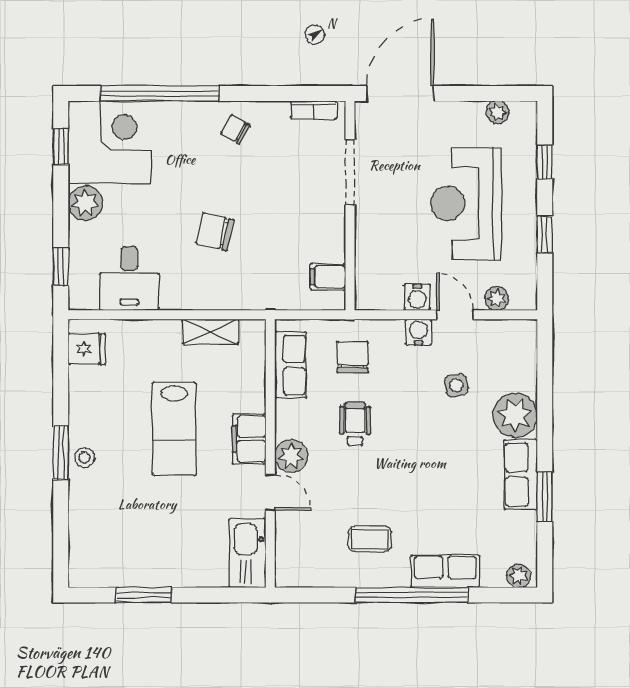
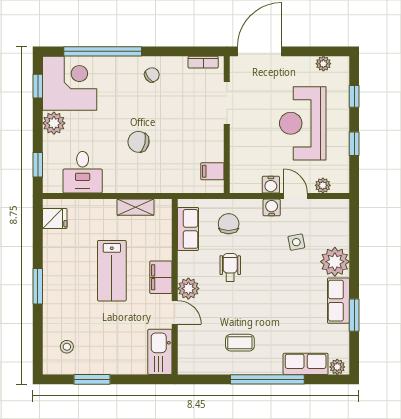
chair: (235, 129) -> (152, 75), turned 113
stool: (84, 458) -> (67, 347), moved
row of seats: (445, 571) -> (306, 364), moved

